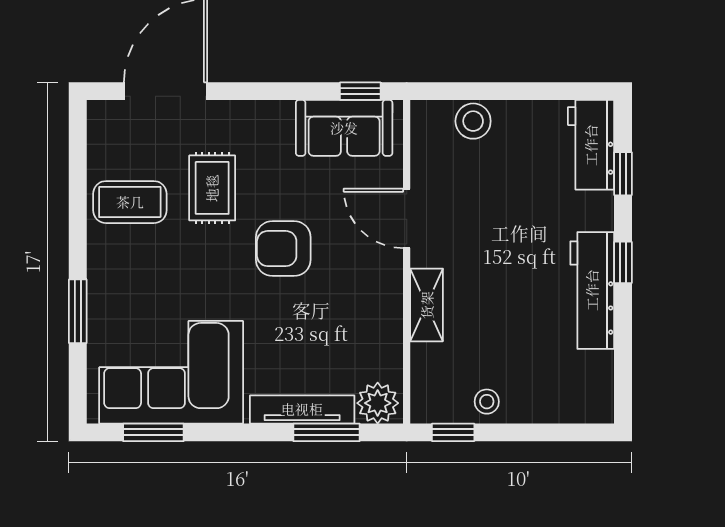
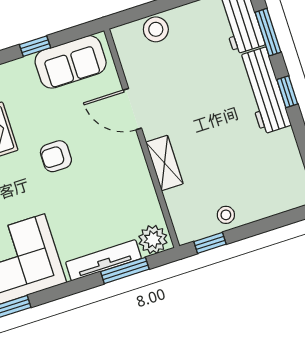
window: (360, 91) -> (35, 46), moved
window: (623, 174) -> (268, 32), width x1.50
armchair: (283, 249) -> (56, 156), width x0.72, depth x0.72
workbench: (592, 290) -> (264, 91), moved

